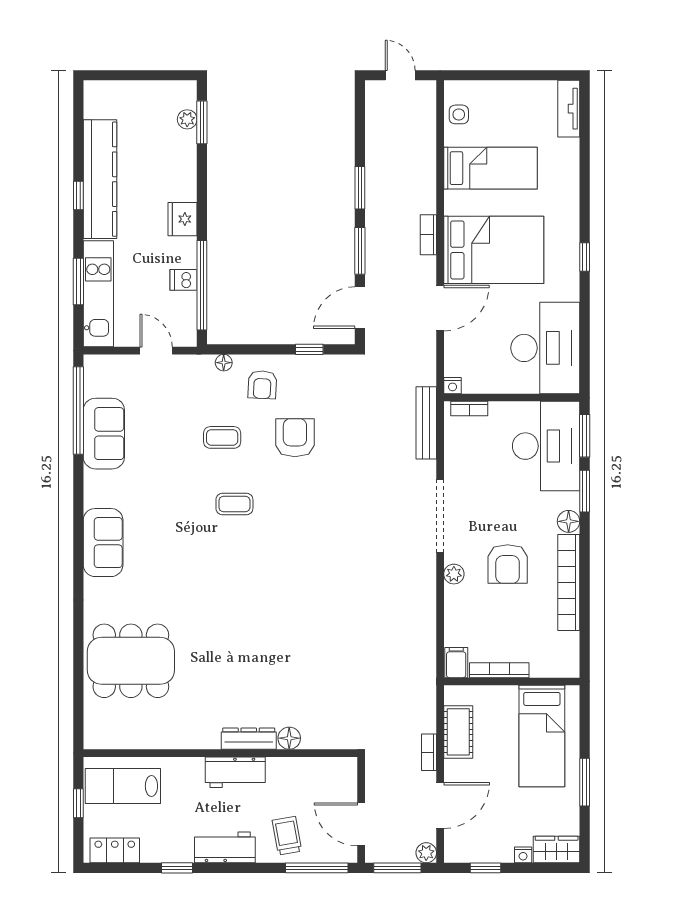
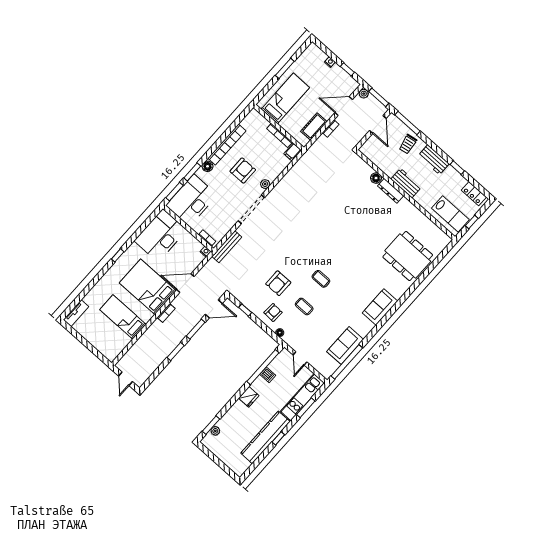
side table: (459, 114) -> (117, 346), removed
wardrobe: (557, 850) -> (316, 53), removed

